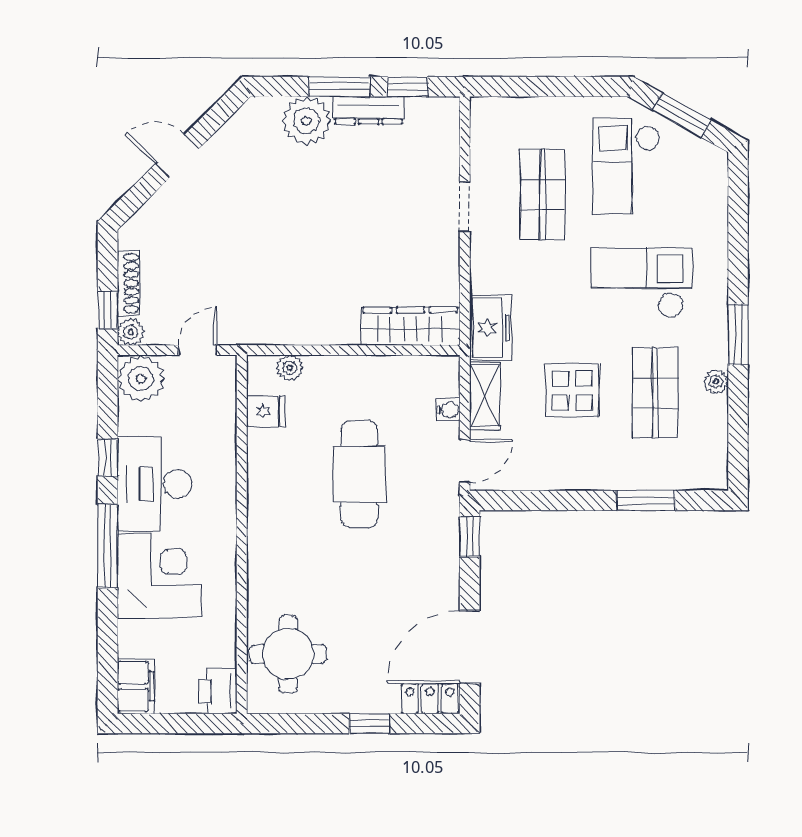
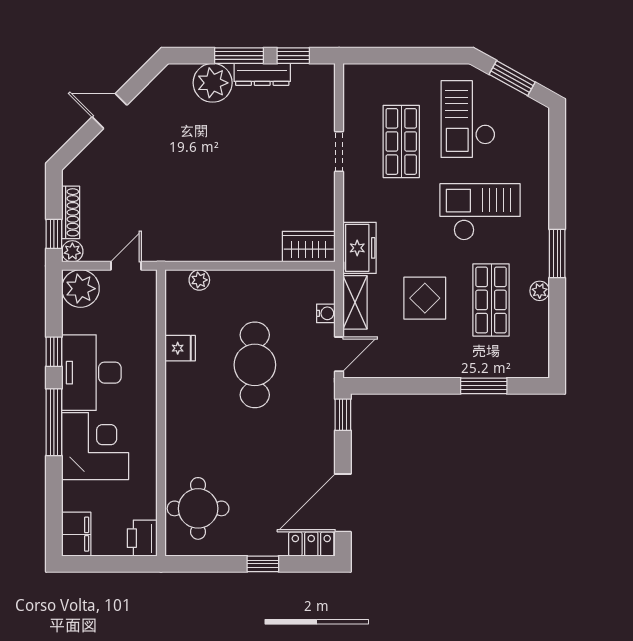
wardrobe: (410, 326) -> (309, 247), width x0.67
fridge: (266, 411) -> (180, 348), moved

